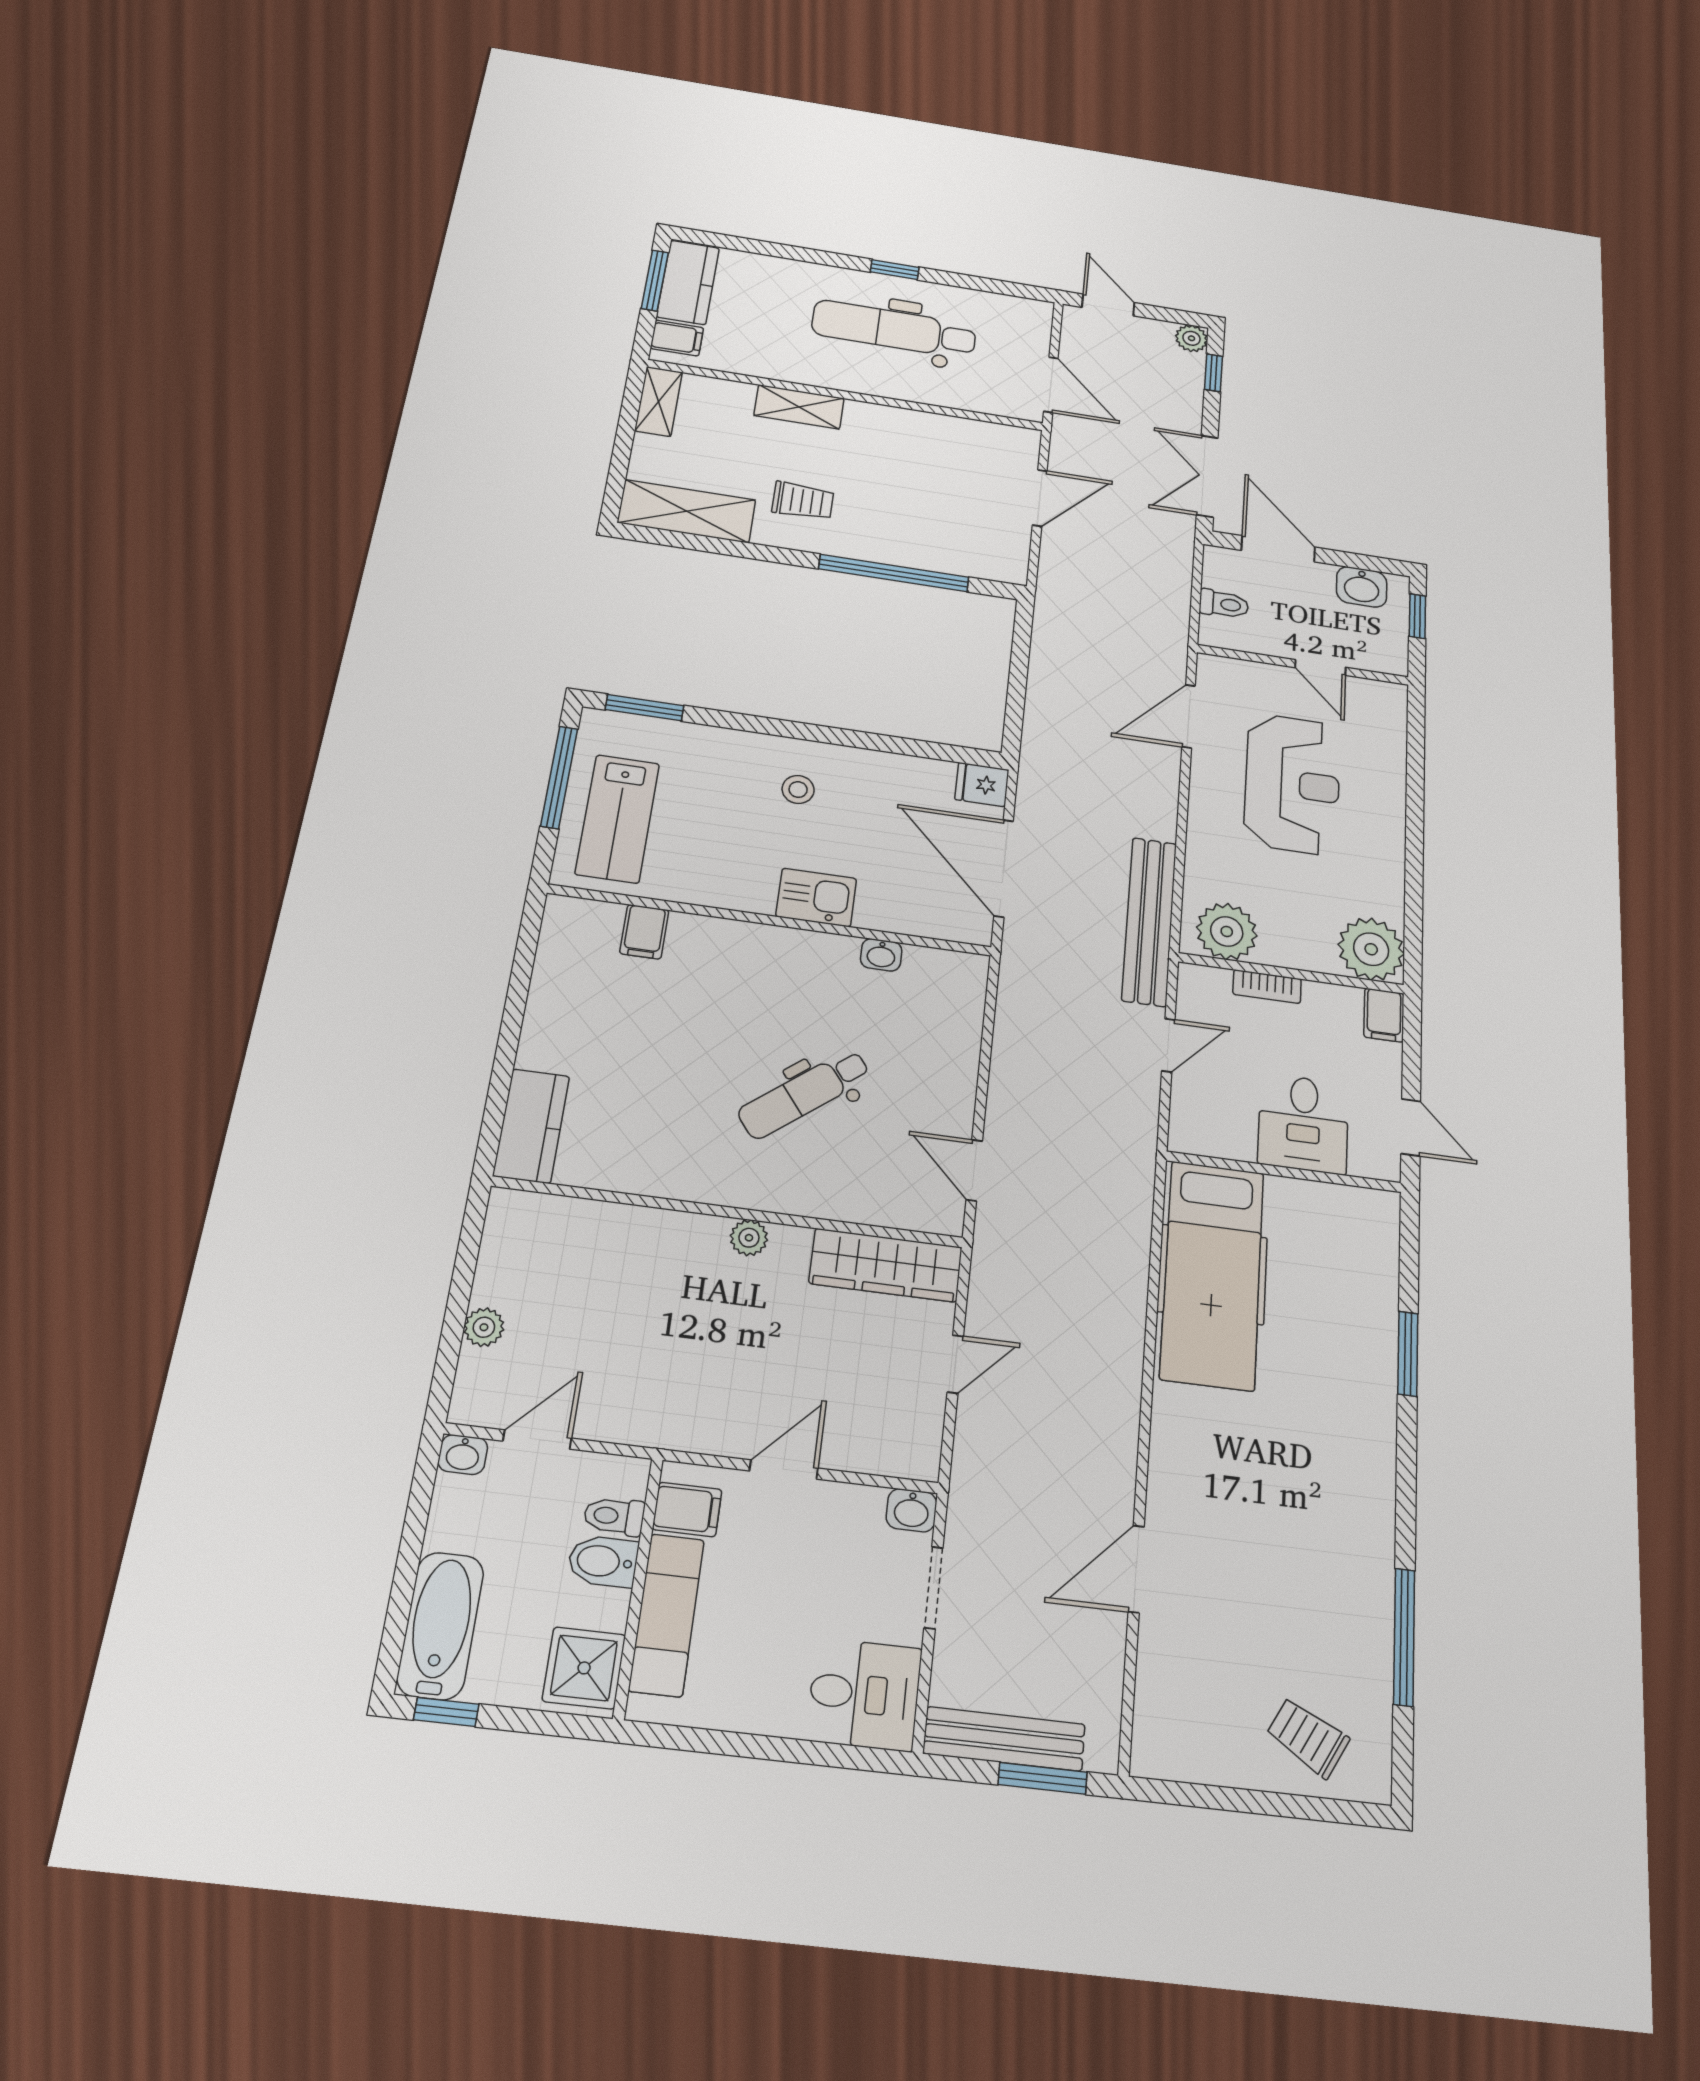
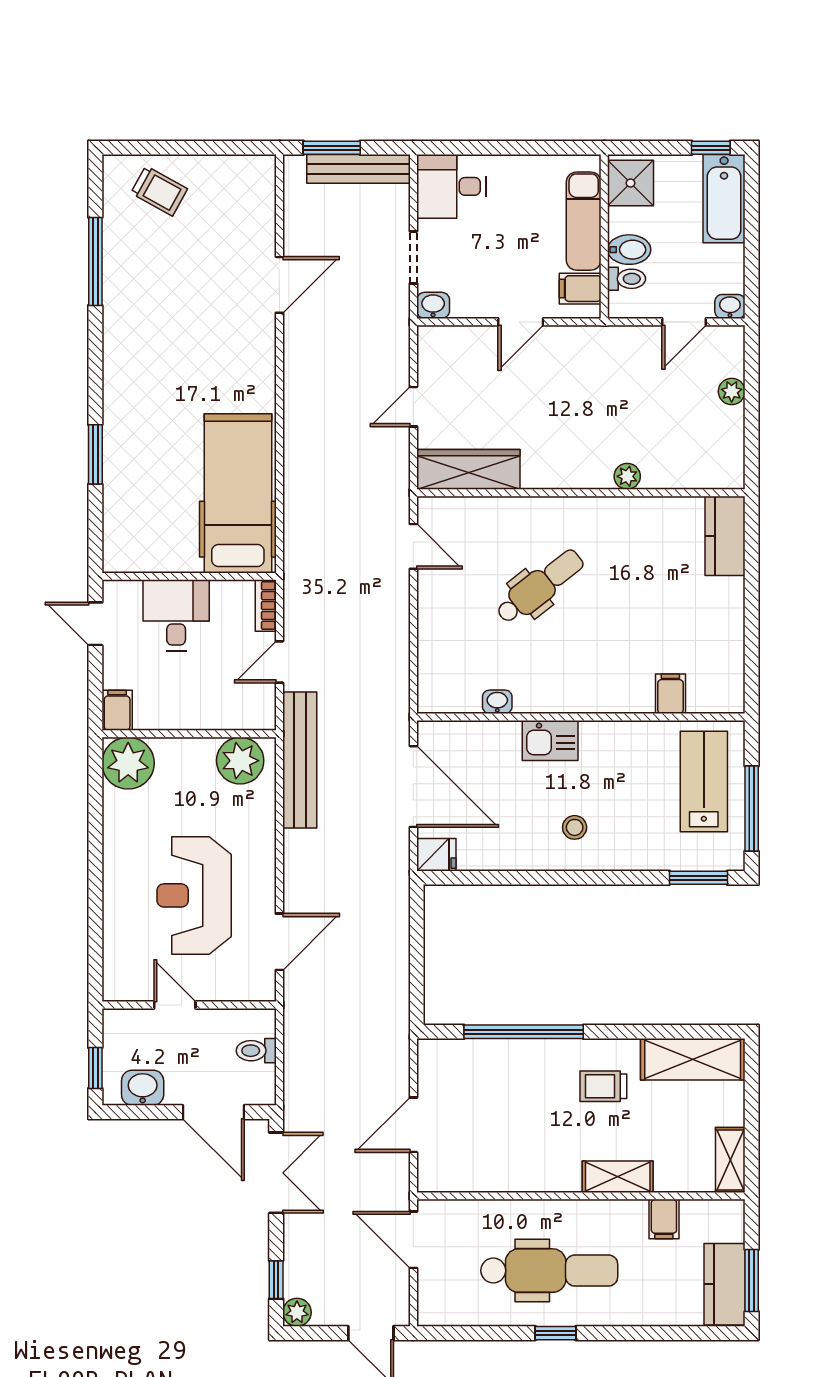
filing cabinet: (677, 338) -> (664, 1219), moved, turned -90
bookcase: (1267, 987) -> (266, 606), moved, turned -90
plant: (749, 1238) -> (627, 476), moved

